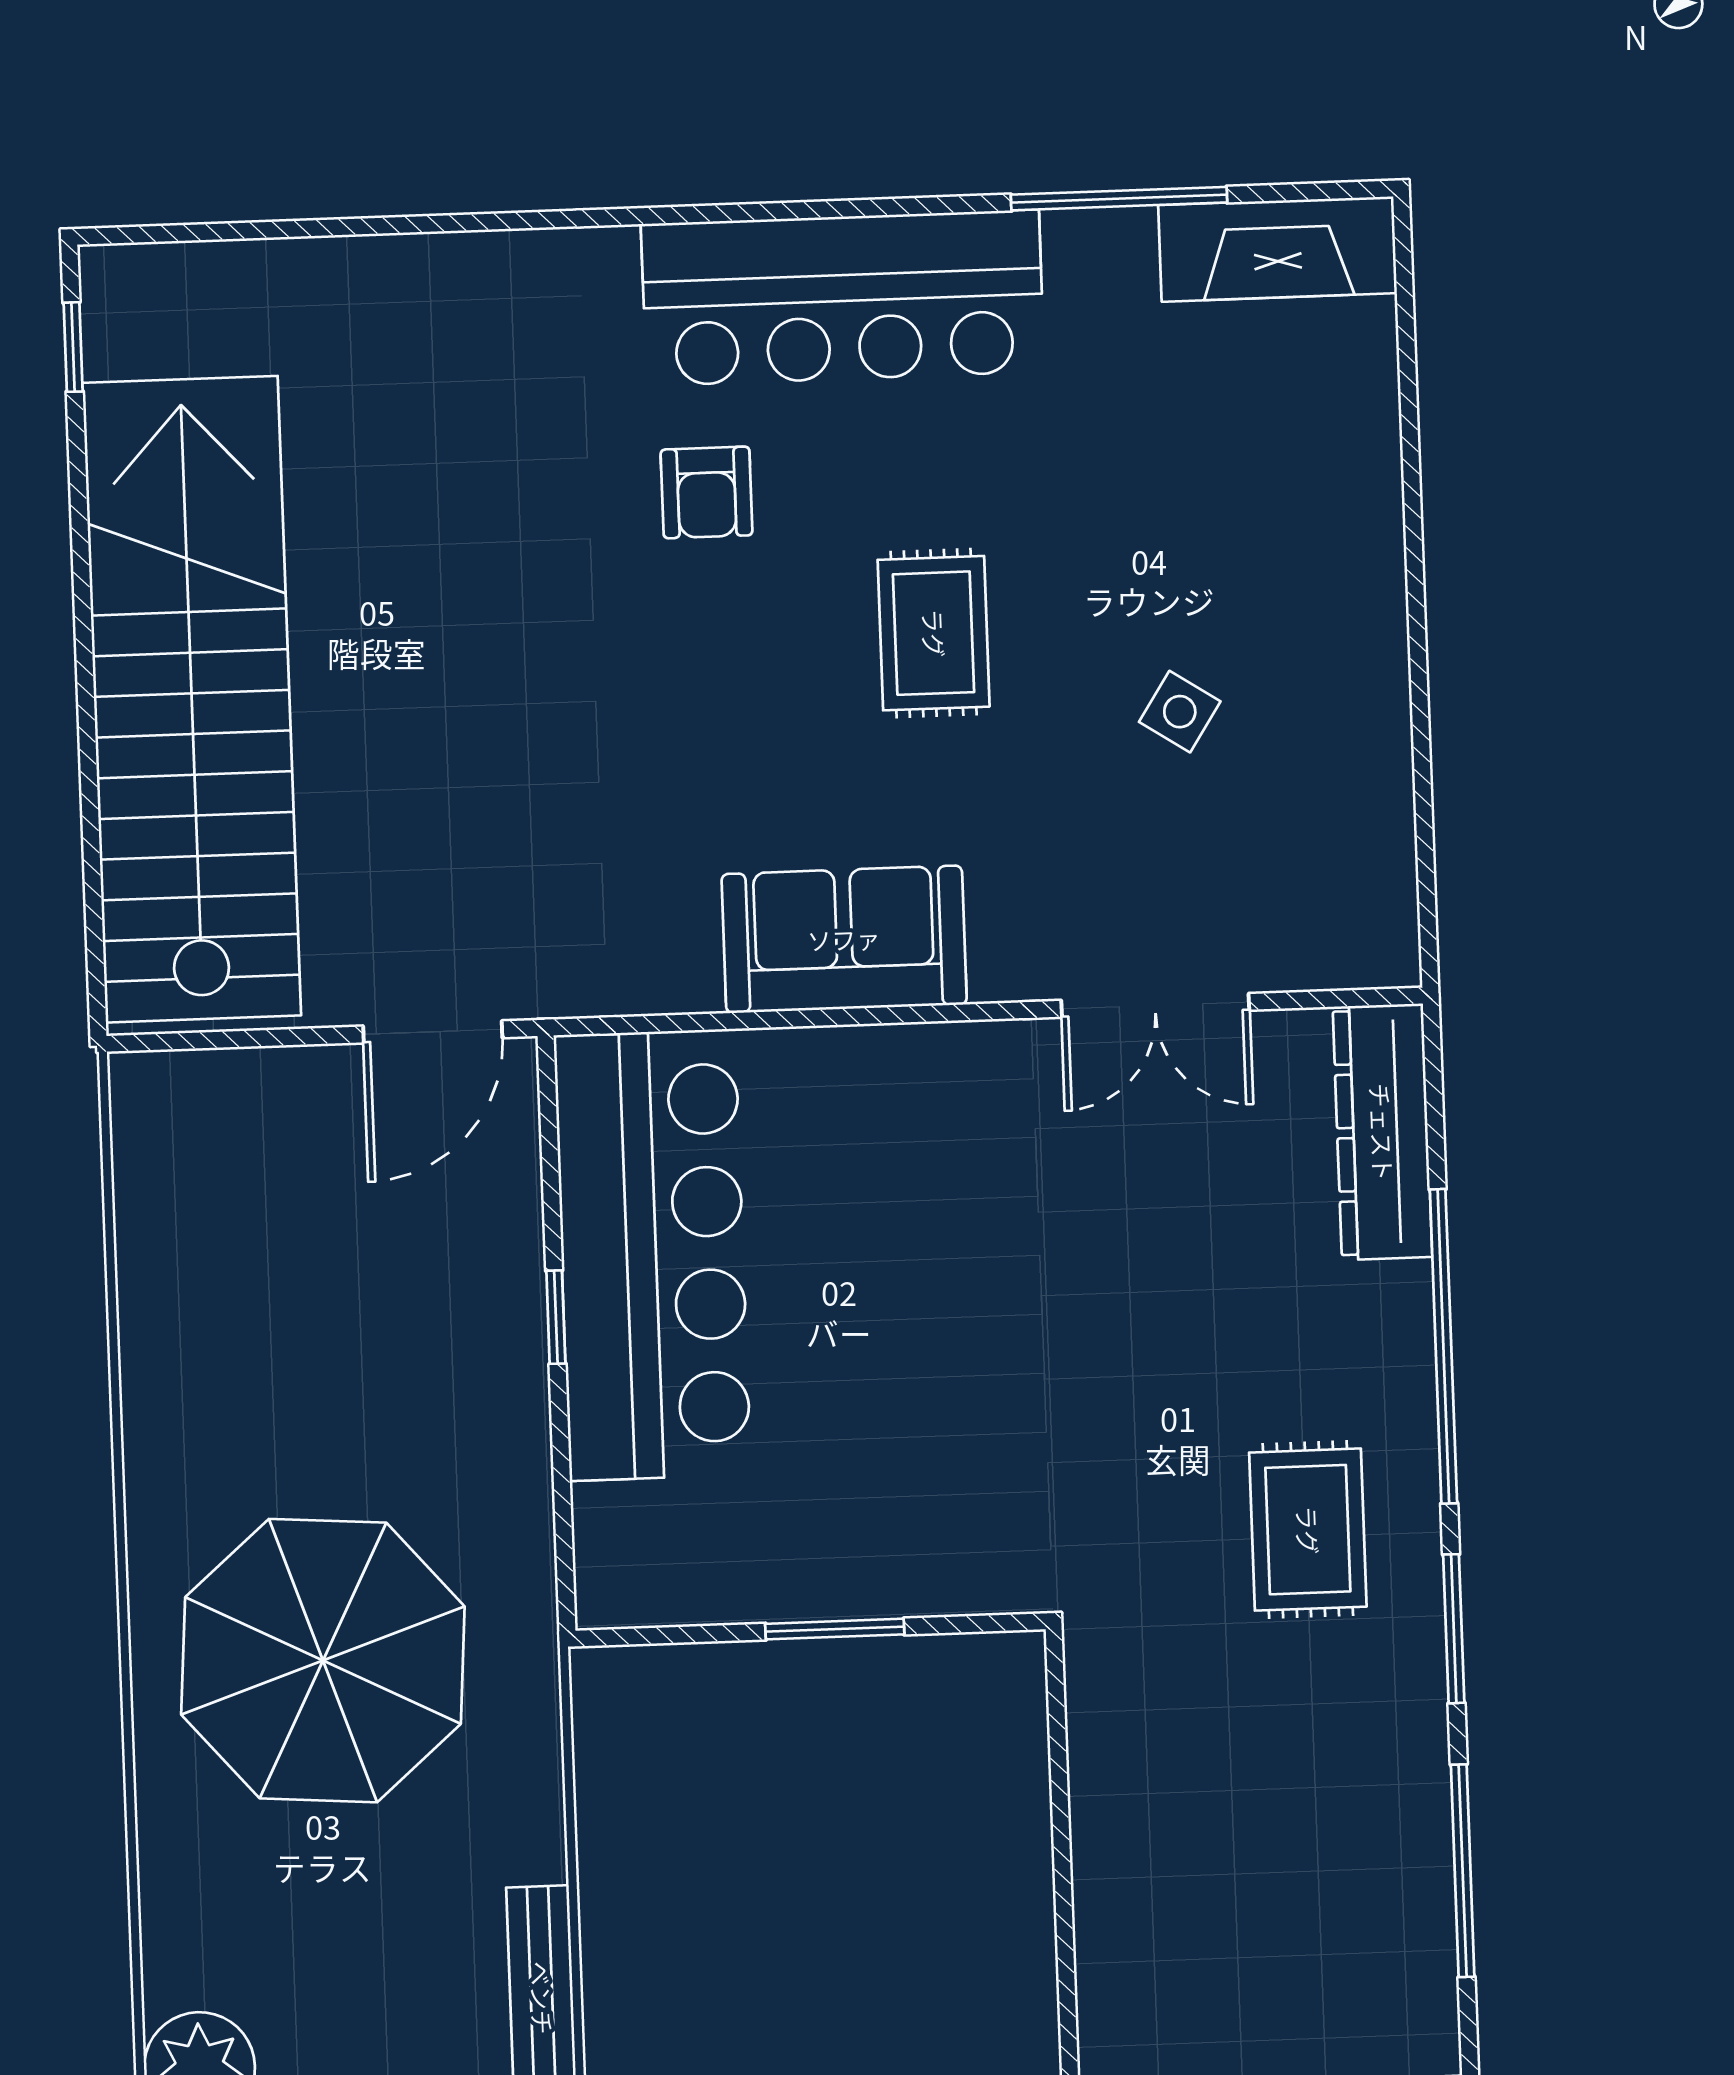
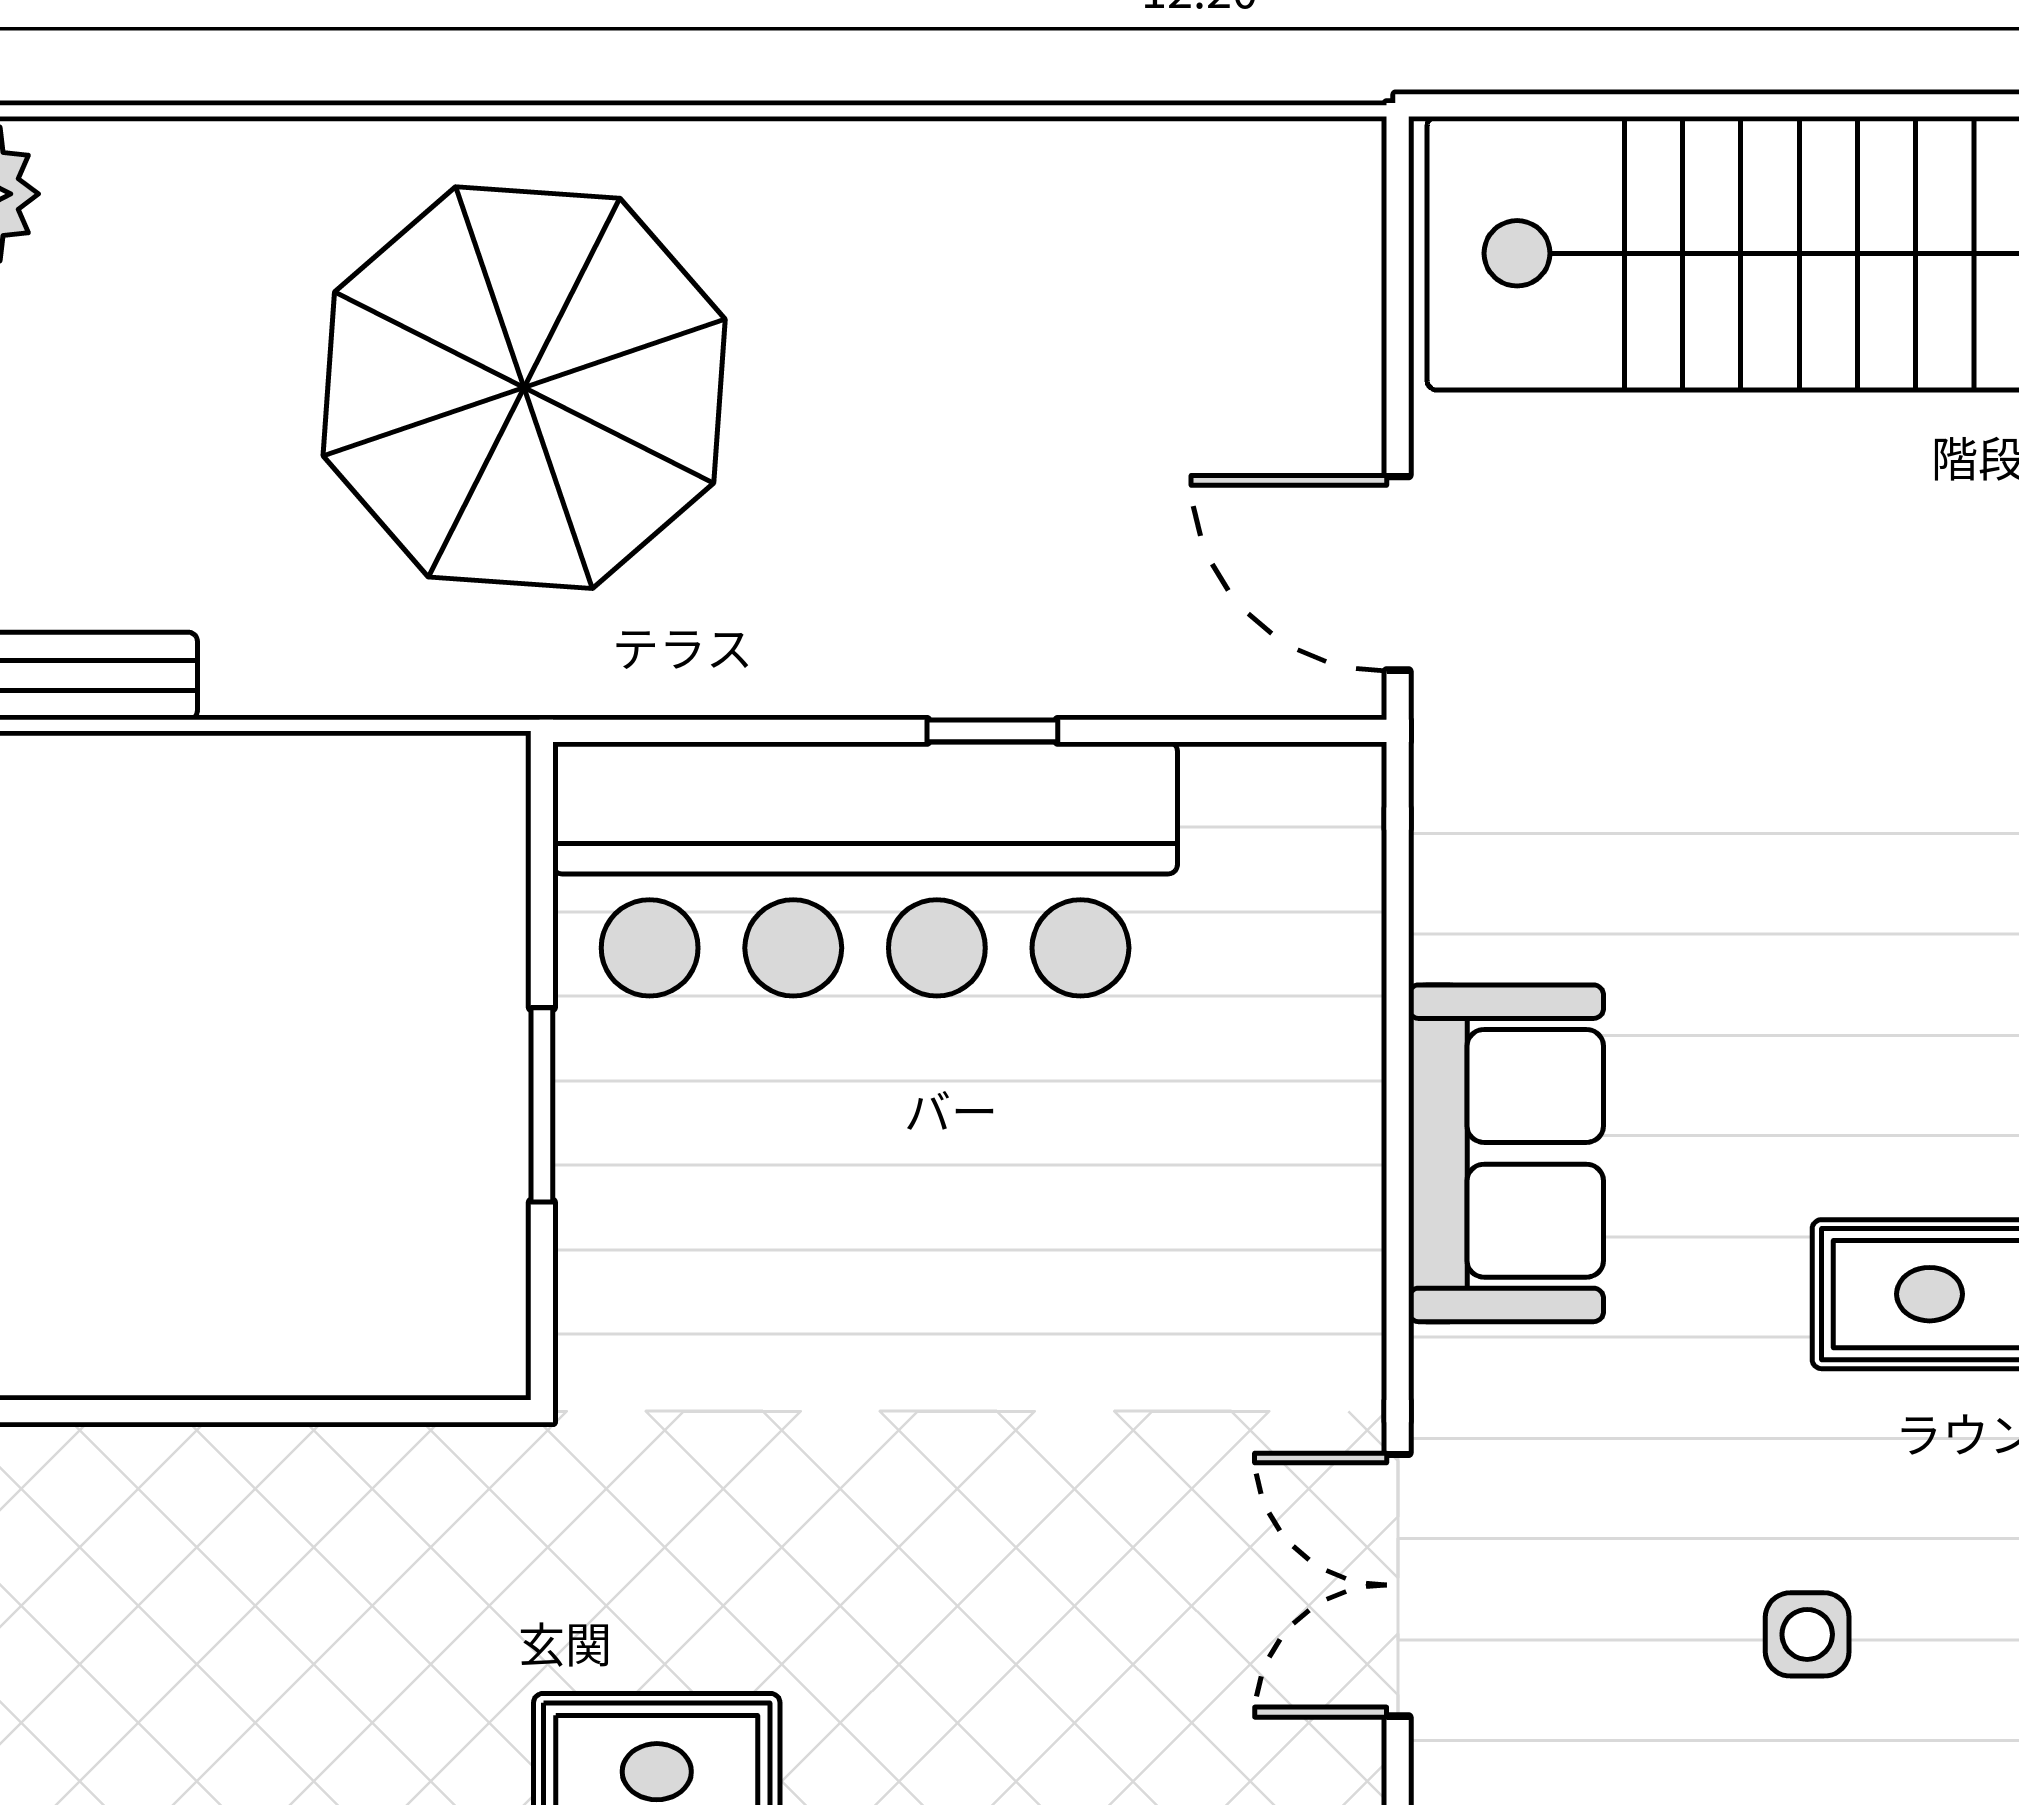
side table: (1180, 712) -> (1807, 1634), turned -33
bar counter: (652, 1255) -> (865, 869), moved

